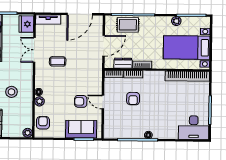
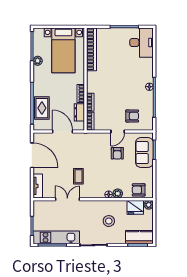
fridge: (26, 24) -> (135, 207), moved
double door: (34, 50) -> (67, 199), swing flipped
armchair: (133, 99) -> (132, 116), moved

